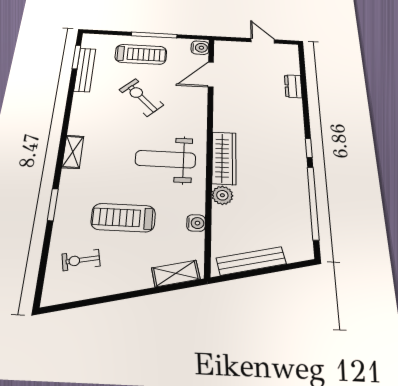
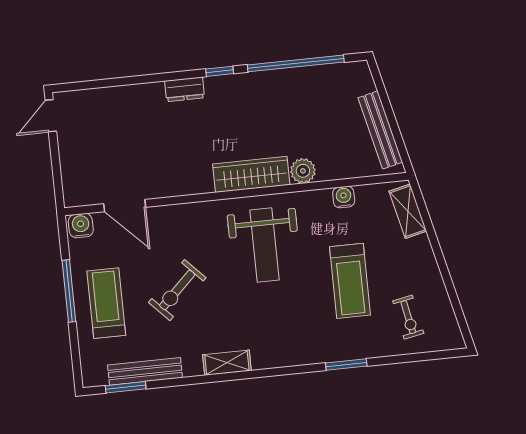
door: (263, 41) -> (51, 116), moved
dresser: (293, 86) -> (185, 89), moved
shelving: (73, 152) -> (227, 363), moved

